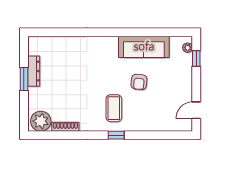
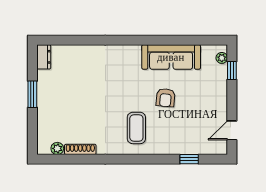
dresser: (34, 71) -> (44, 57), moved, width x0.70
plant: (41, 121) -> (57, 148), width x0.53, depth x0.53
window: (116, 135) -> (189, 159), moved

